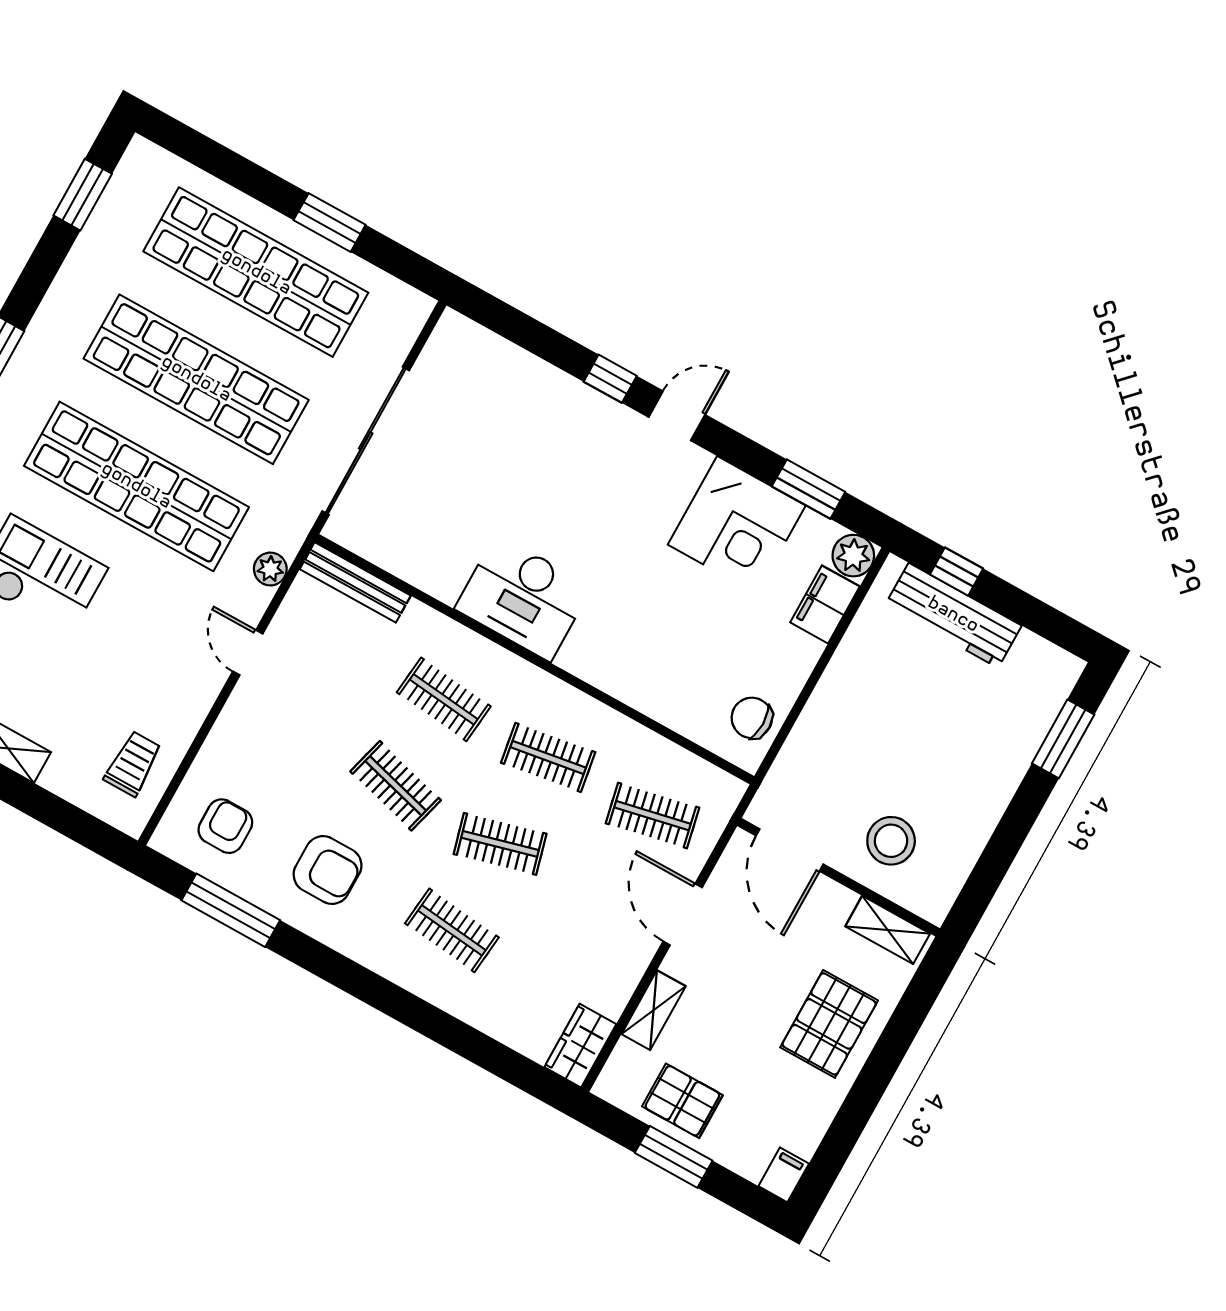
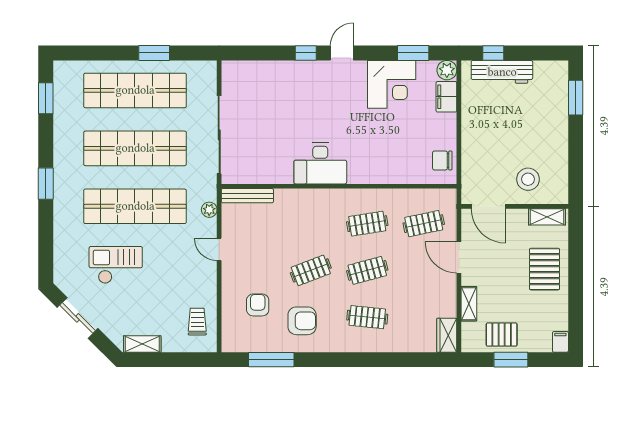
clothes rail: (444, 699) -> (311, 224), removed
clothes rail: (396, 786) -> (311, 270), turned -36
armchair: (225, 826) -> (258, 305), moved

